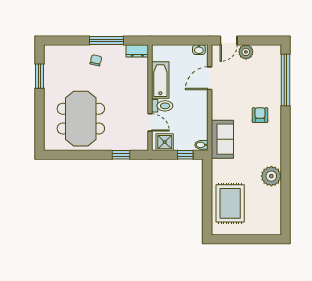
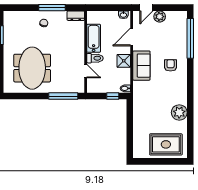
sofa: (222, 139) -> (141, 66), moved
shower: (165, 142) -> (124, 61), moved
window: (121, 155) -> (63, 96), width x2.17
rug: (230, 203) -> (166, 144), moved, turned 90

